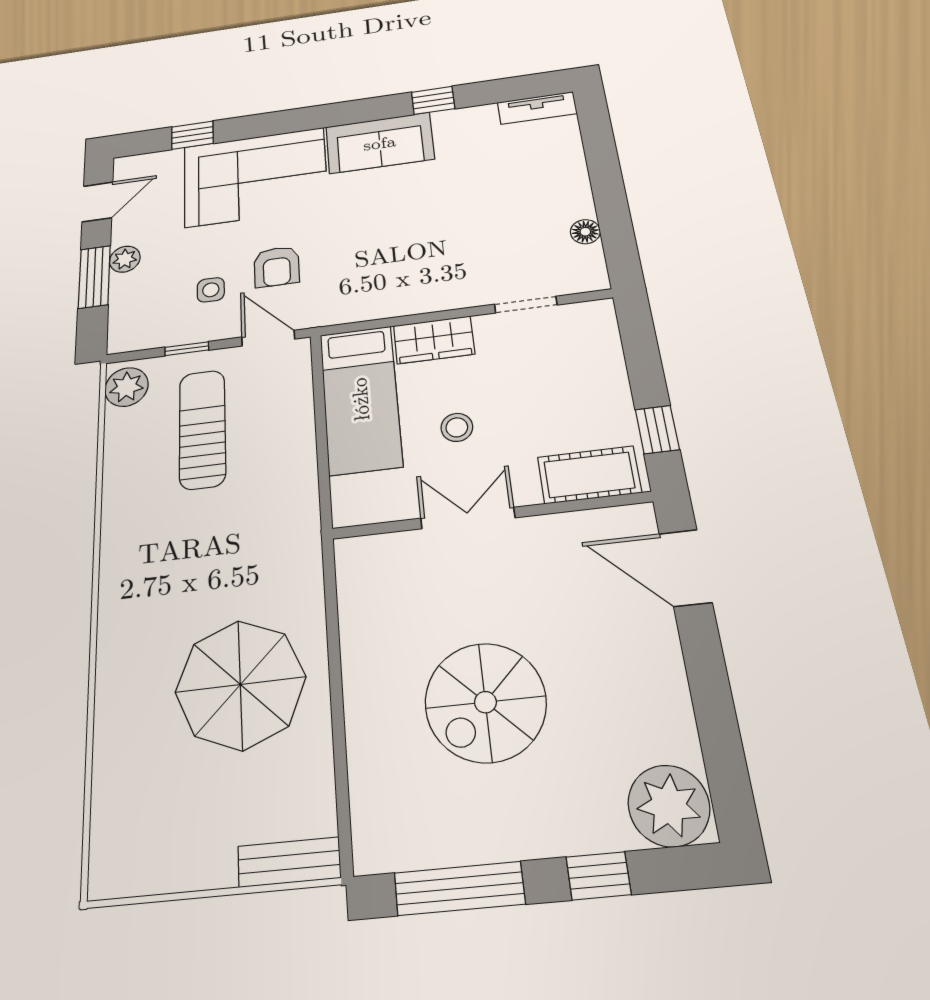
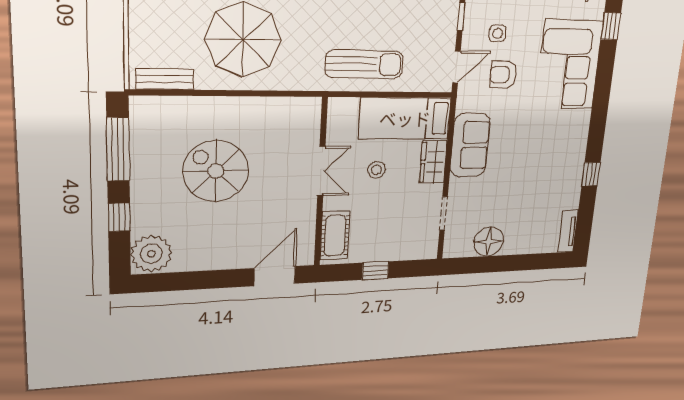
sofa: (380, 143) -> (470, 145), moved, turned 180
floor lamp: (585, 232) -> (489, 242), width x1.89, depth x1.89
sun lounger: (202, 429) -> (364, 64), moved
window: (657, 429) -> (375, 271), moved
bench: (289, 862) -> (165, 79), moved, turned 90

